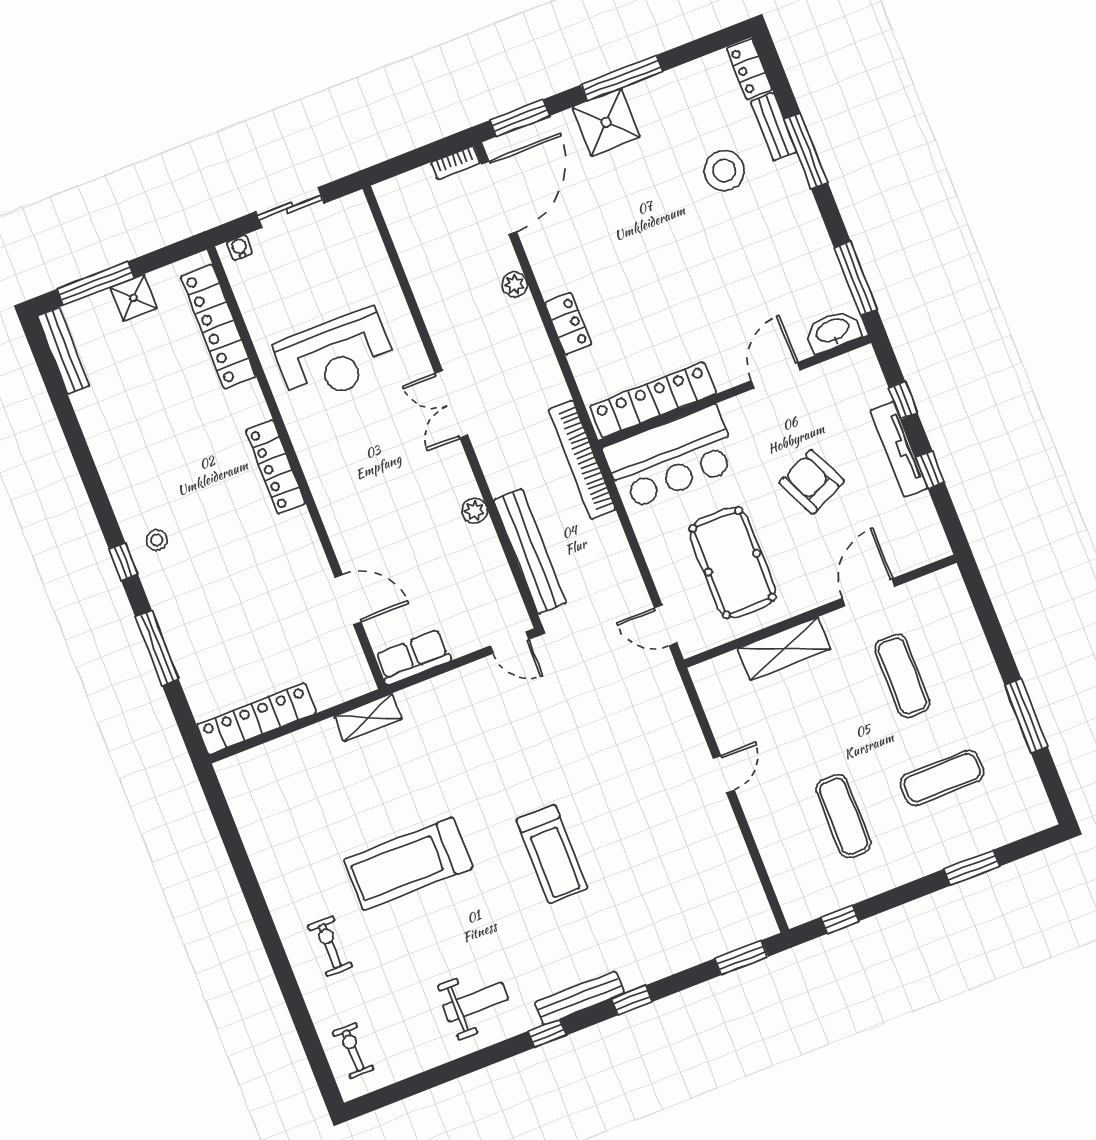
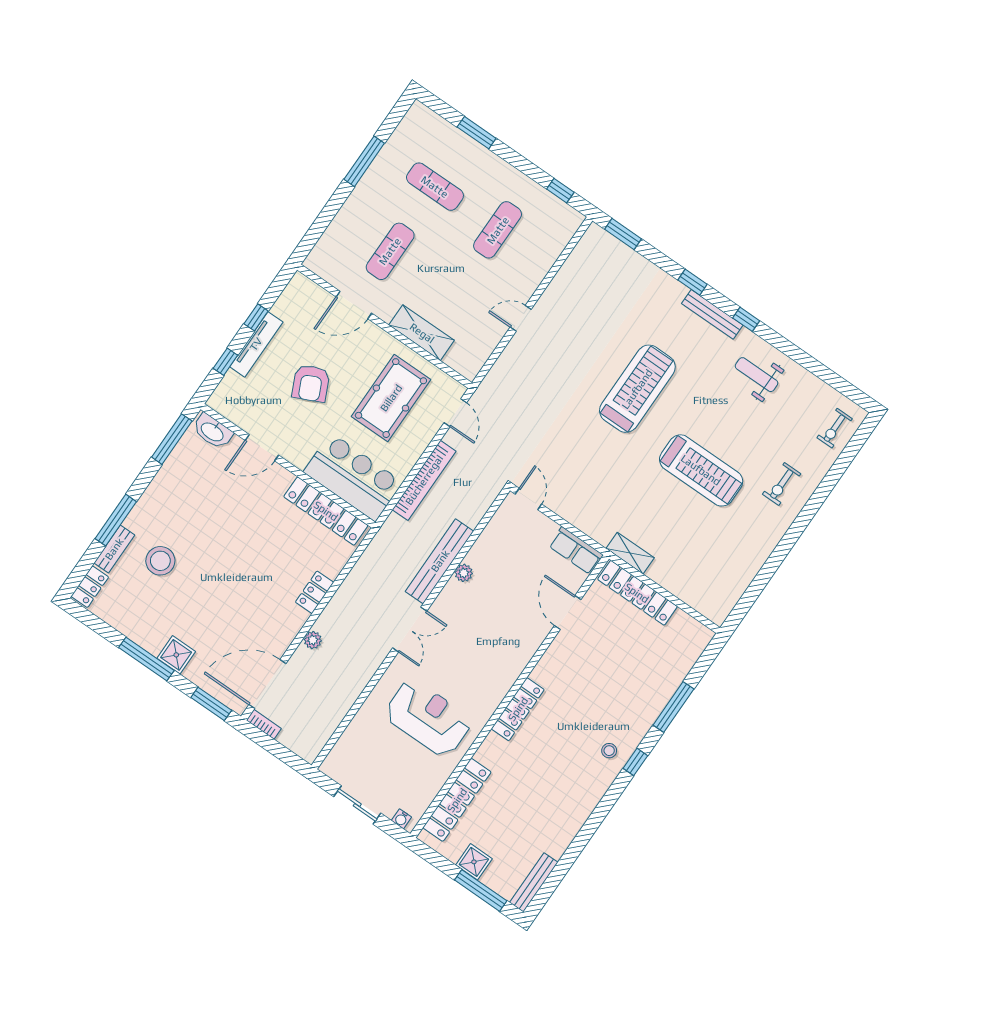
shower: (606, 122) -> (176, 655), width x0.73, depth x0.73
bookcase: (582, 460) -> (424, 480), moved
bench: (530, 551) -> (440, 561), moved
locker: (257, 719) -> (637, 593), moved
treadmill: (552, 854) -> (637, 389), width x1.37, depth x1.38

